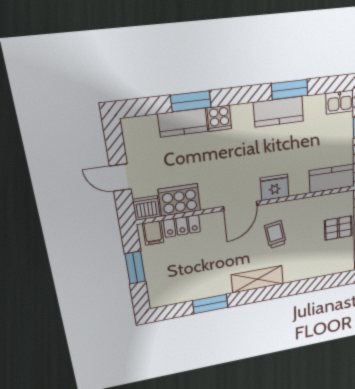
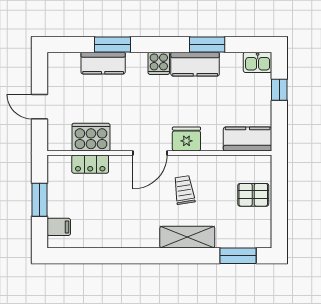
cooker: (219, 118) -> (159, 63), moved
dishwasher: (146, 208) -> (59, 140), removed
filing cabinet: (153, 233) -> (59, 227), moved, turned -90
shelving: (257, 279) -> (187, 237), moved
window: (210, 304) -> (238, 256), moved

